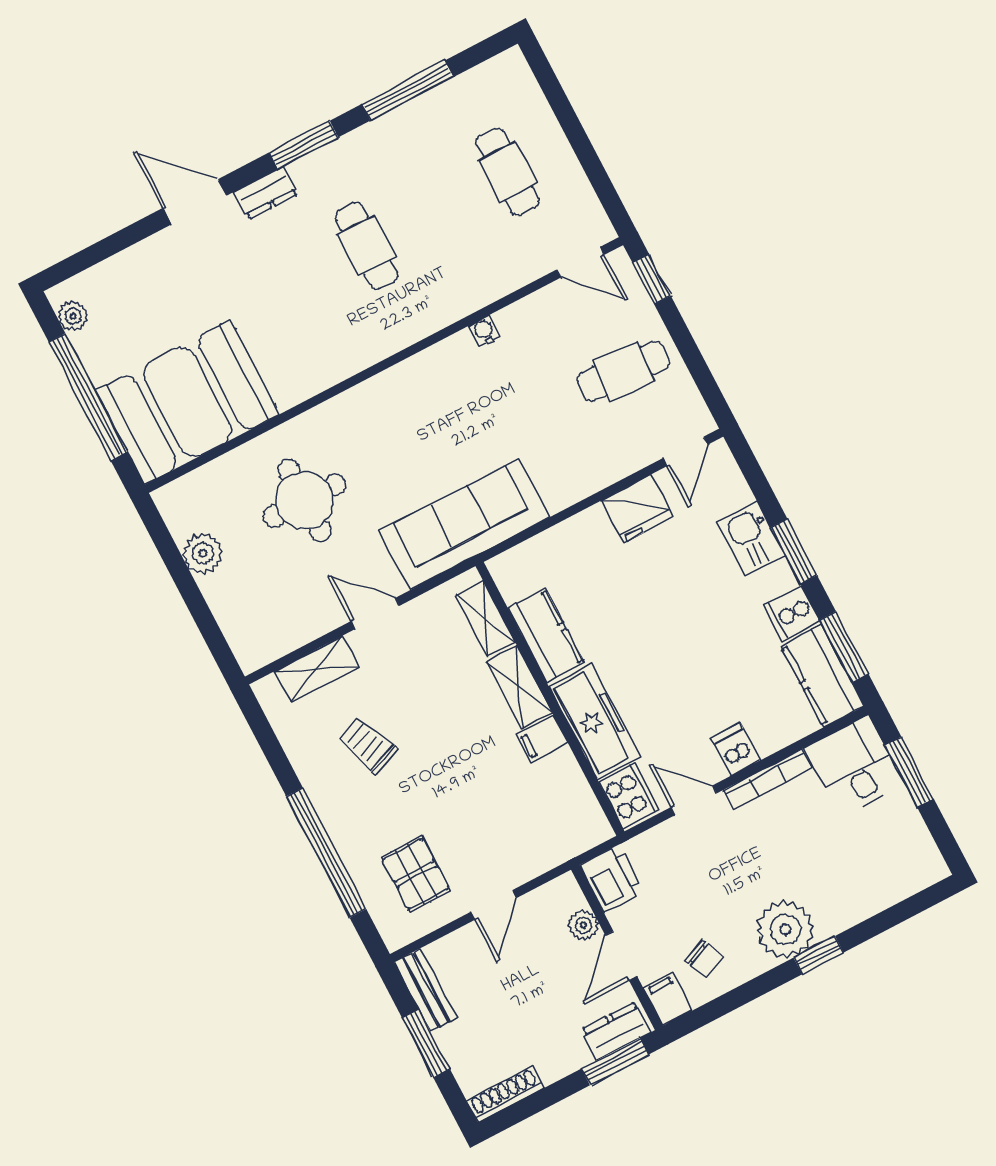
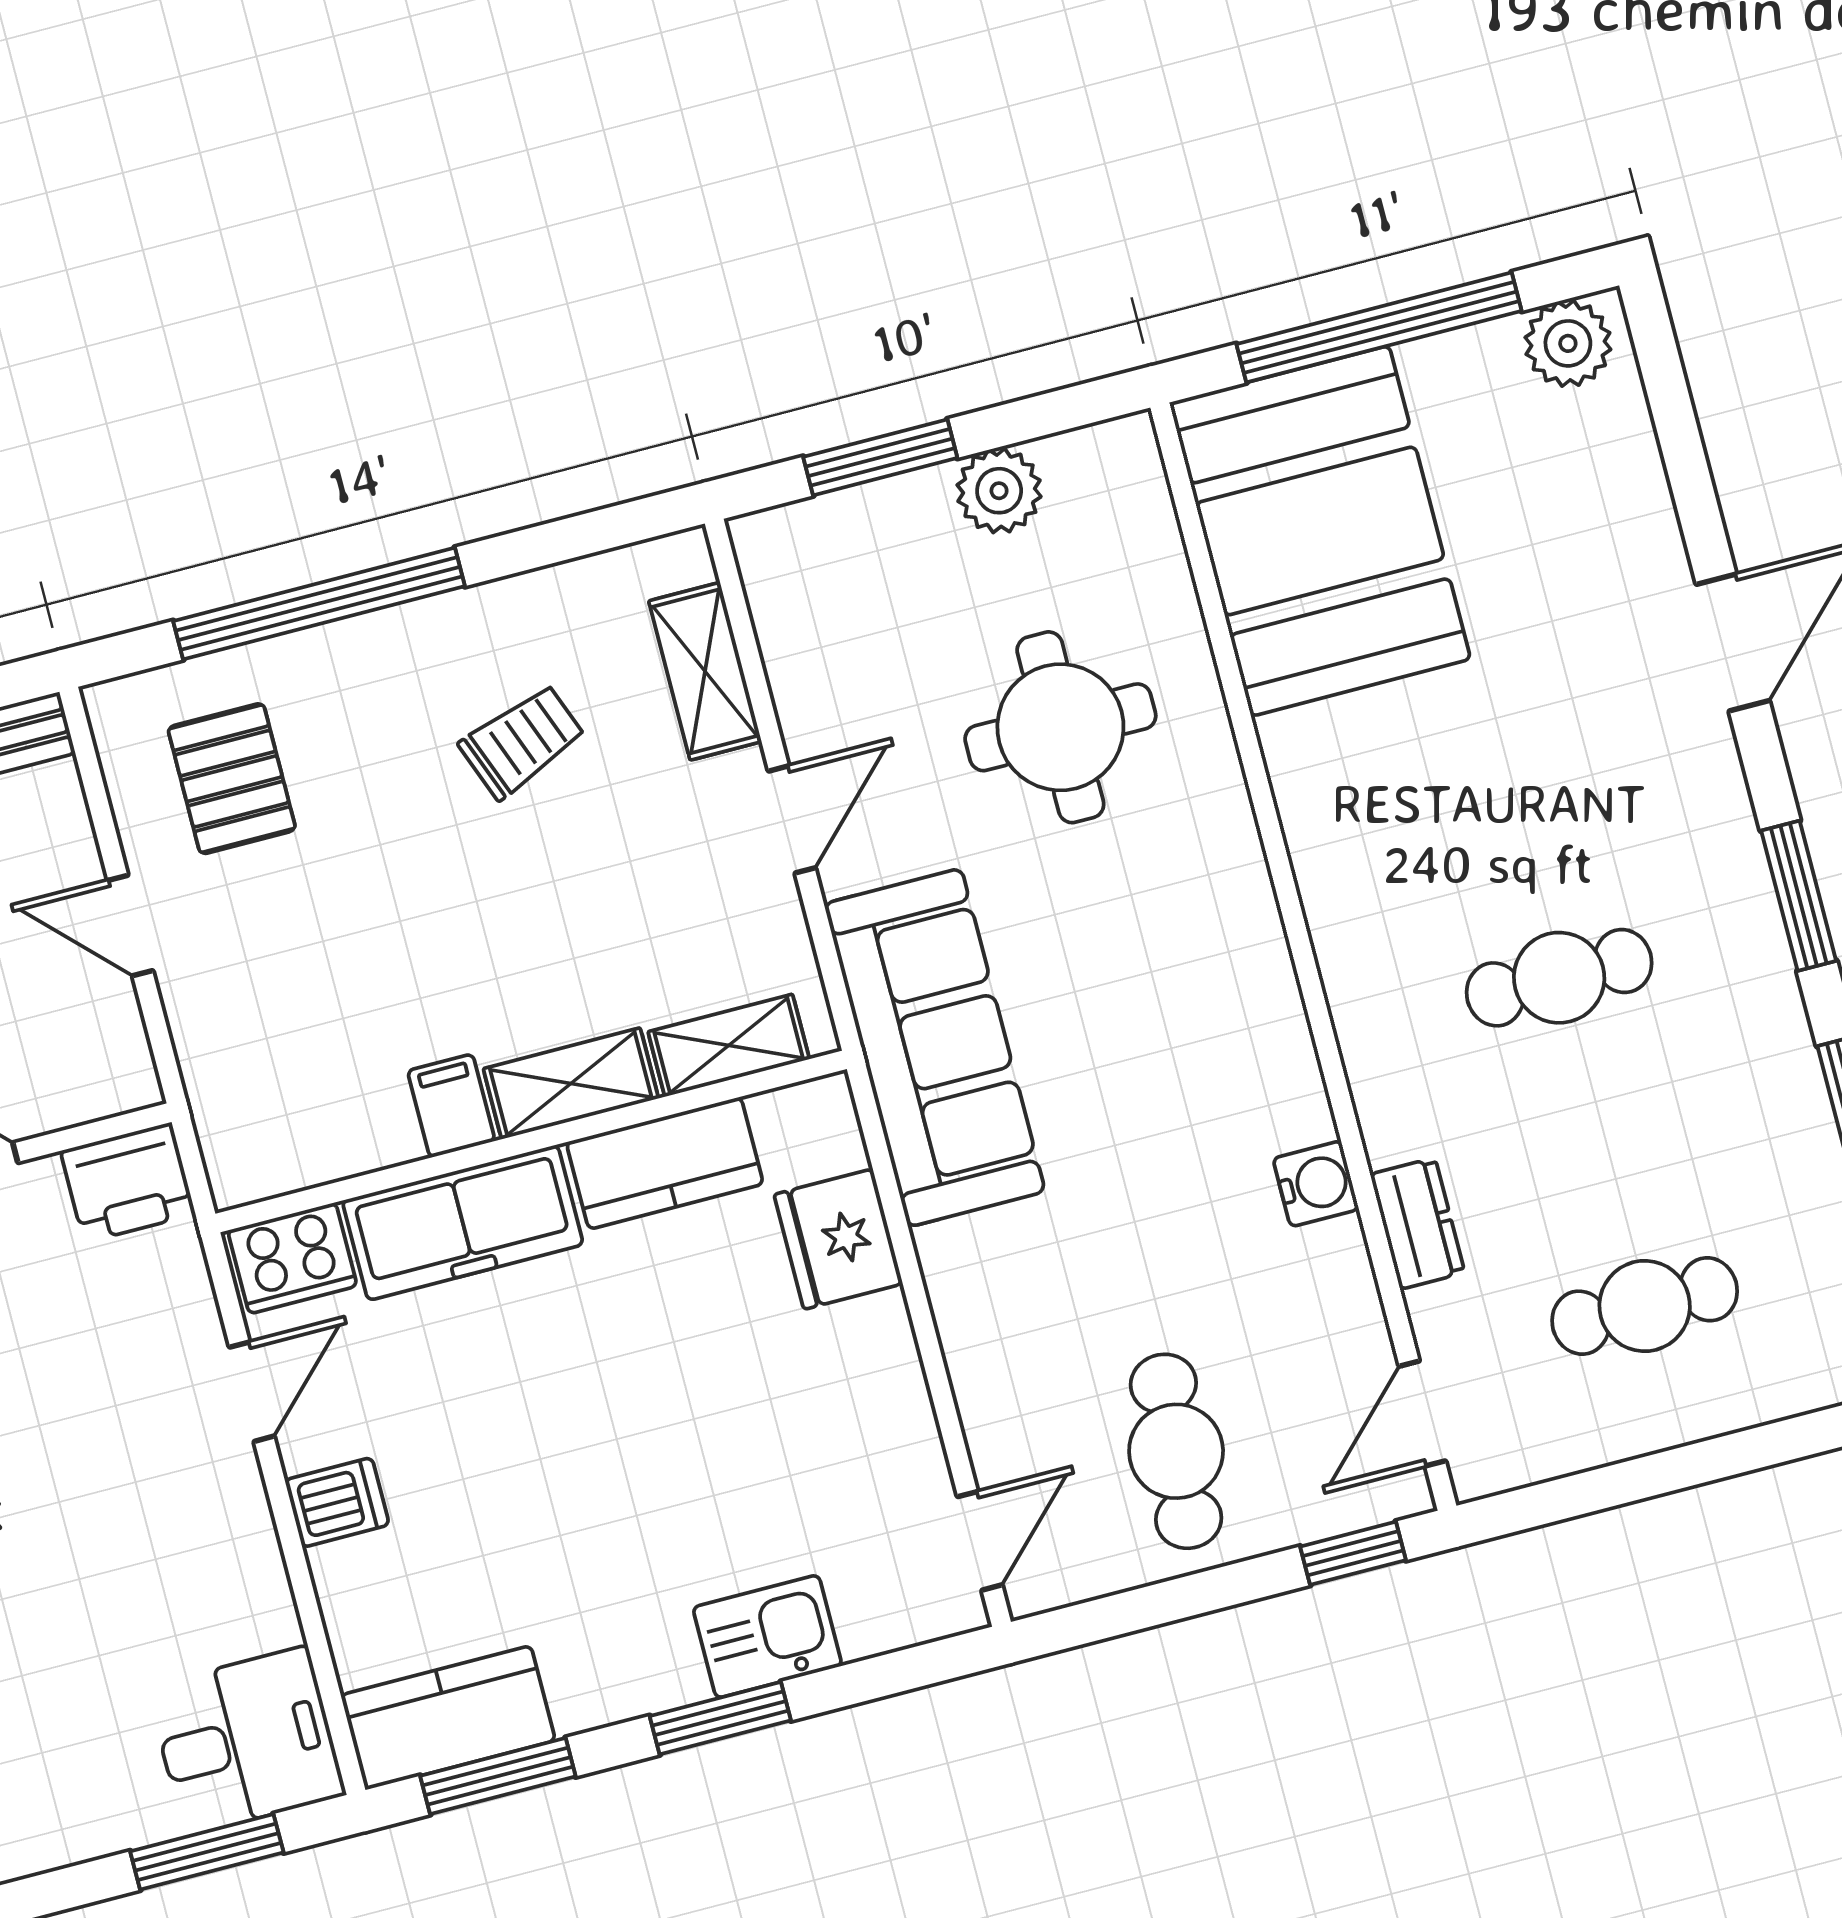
dresser: (266, 193) -> (1417, 1223), moved, turned 180
plant: (73, 316) -> (1568, 343), width x1.38, depth x1.38
water cooler: (484, 331) -> (1316, 1184), width x1.38, depth x1.38
door: (685, 451) -> (980, 1541), swing flipped
fridge: (637, 509) -> (838, 1239), moved
window: (200, 611) -> (880, 457), added
cooker: (792, 614) -> (592, 1684), removed
bookcase: (767, 780) -> (259, 1554), removed
pallet: (416, 874) -> (232, 779), turned 90
plant: (583, 925) -> (46, 1102), removed

